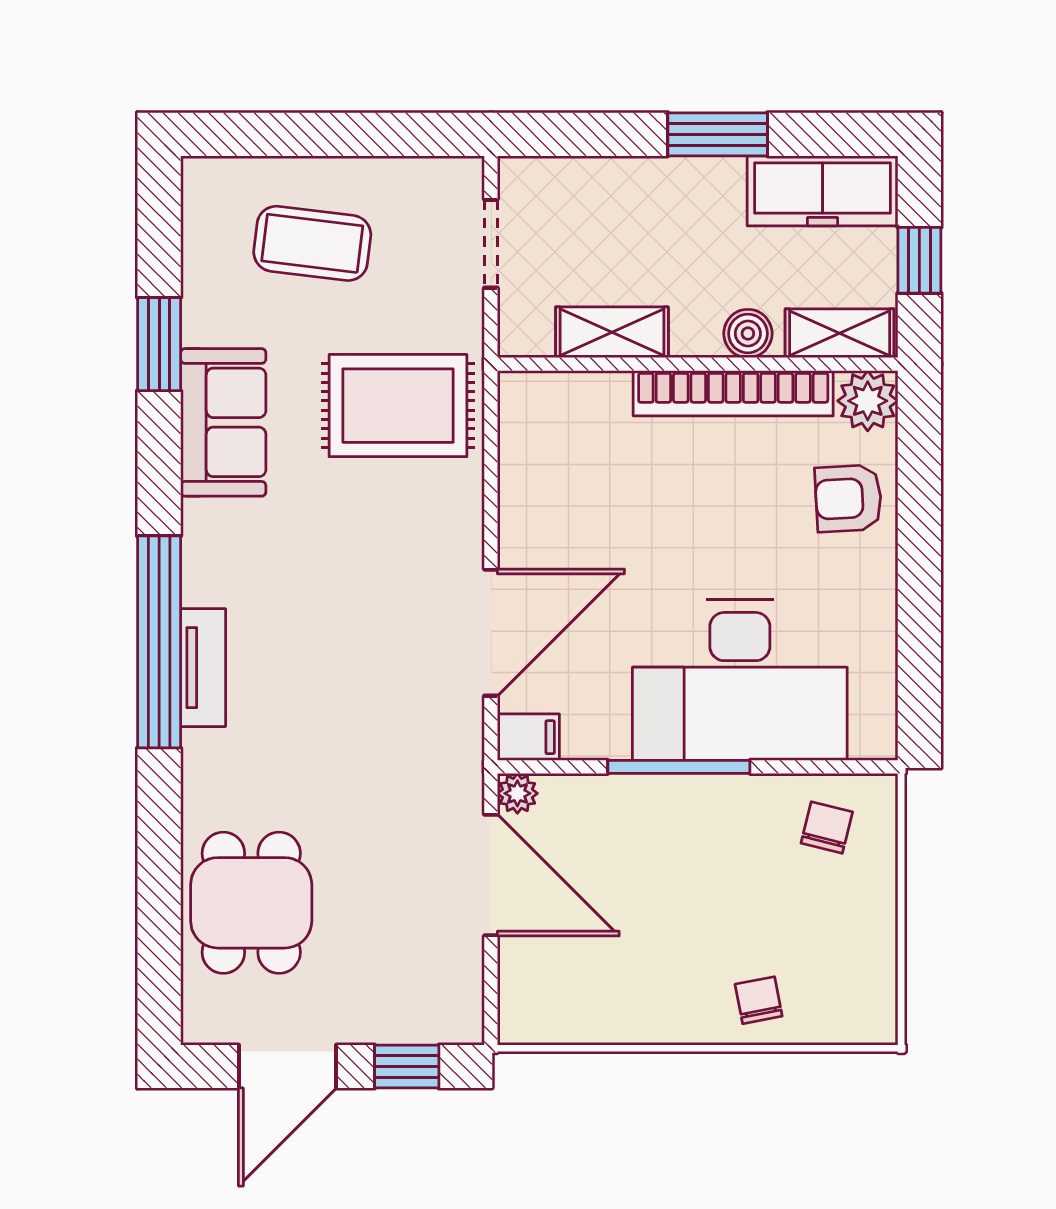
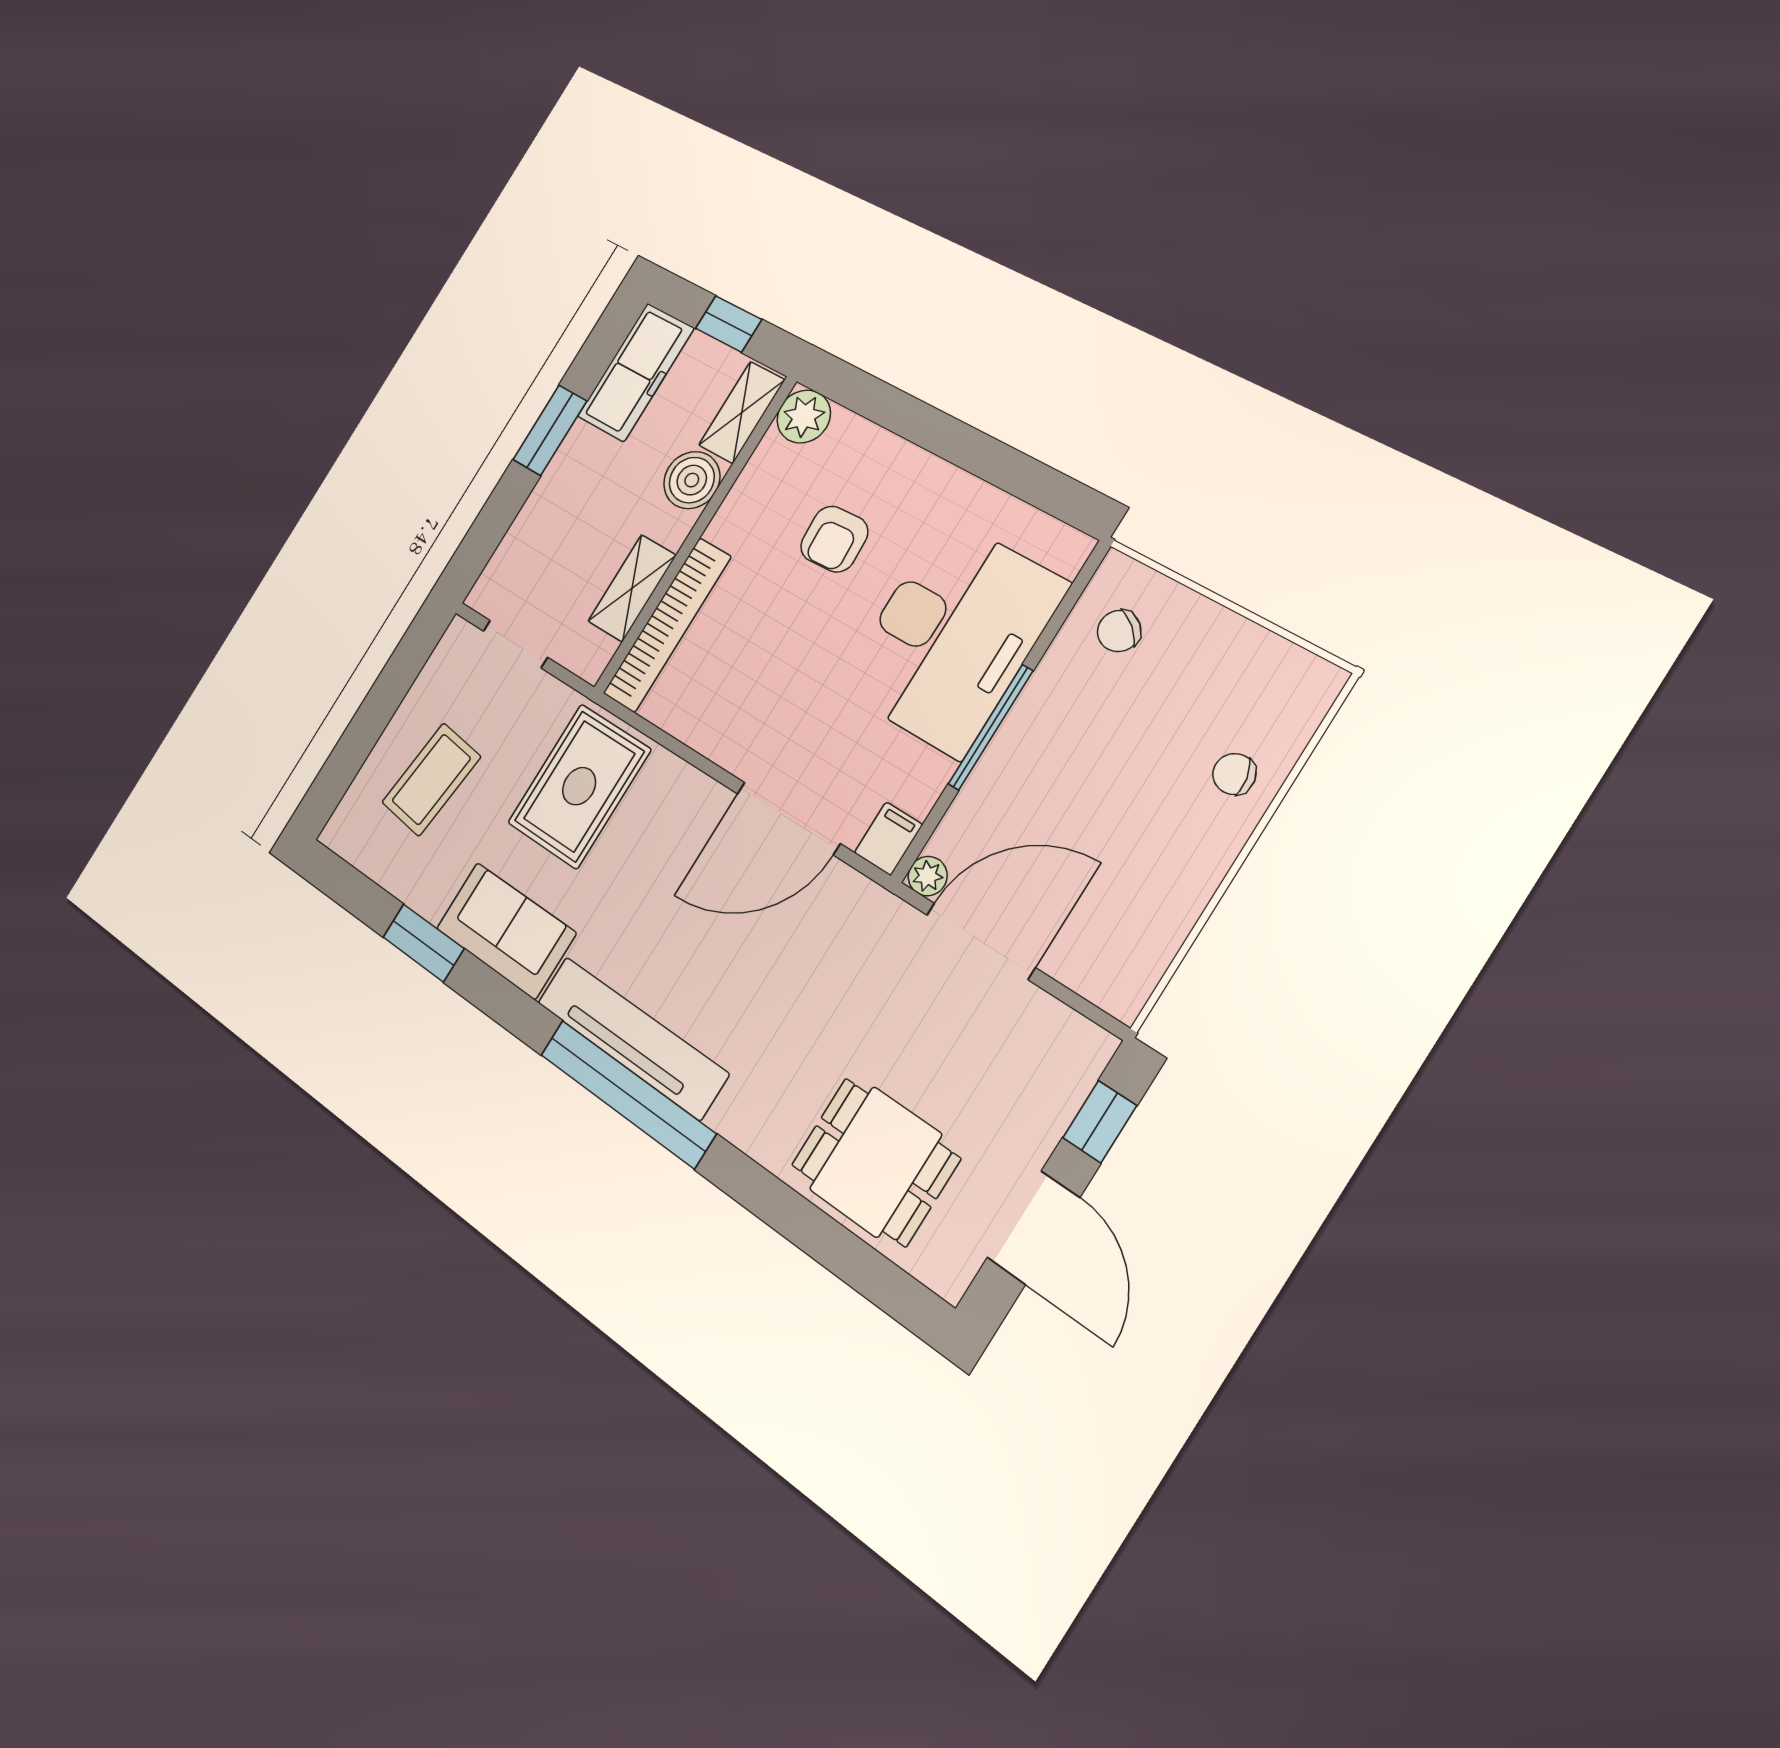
boiler: (748, 333) -> (692, 480), width x1.36, depth x1.36
bookcase: (733, 393) -> (667, 625), moved
armchair: (848, 498) -> (834, 539), moved
door: (491, 633) -> (788, 818), swing flipped
tv unit: (203, 668) -> (632, 1038), width x1.92, depth x1.29
chair: (827, 828) -> (1119, 631), turned -64

